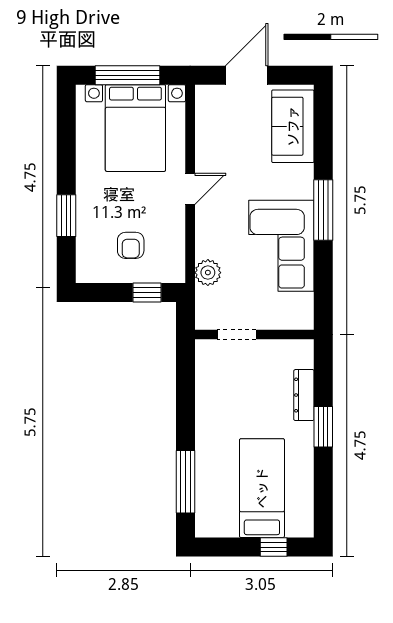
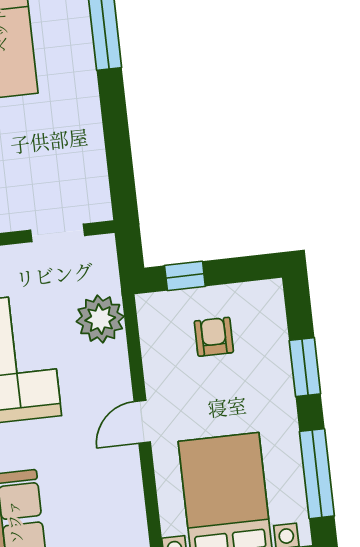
window: (66, 136) -> (317, 474), added
plant: (208, 273) -> (100, 319), width x1.36, depth x1.36

